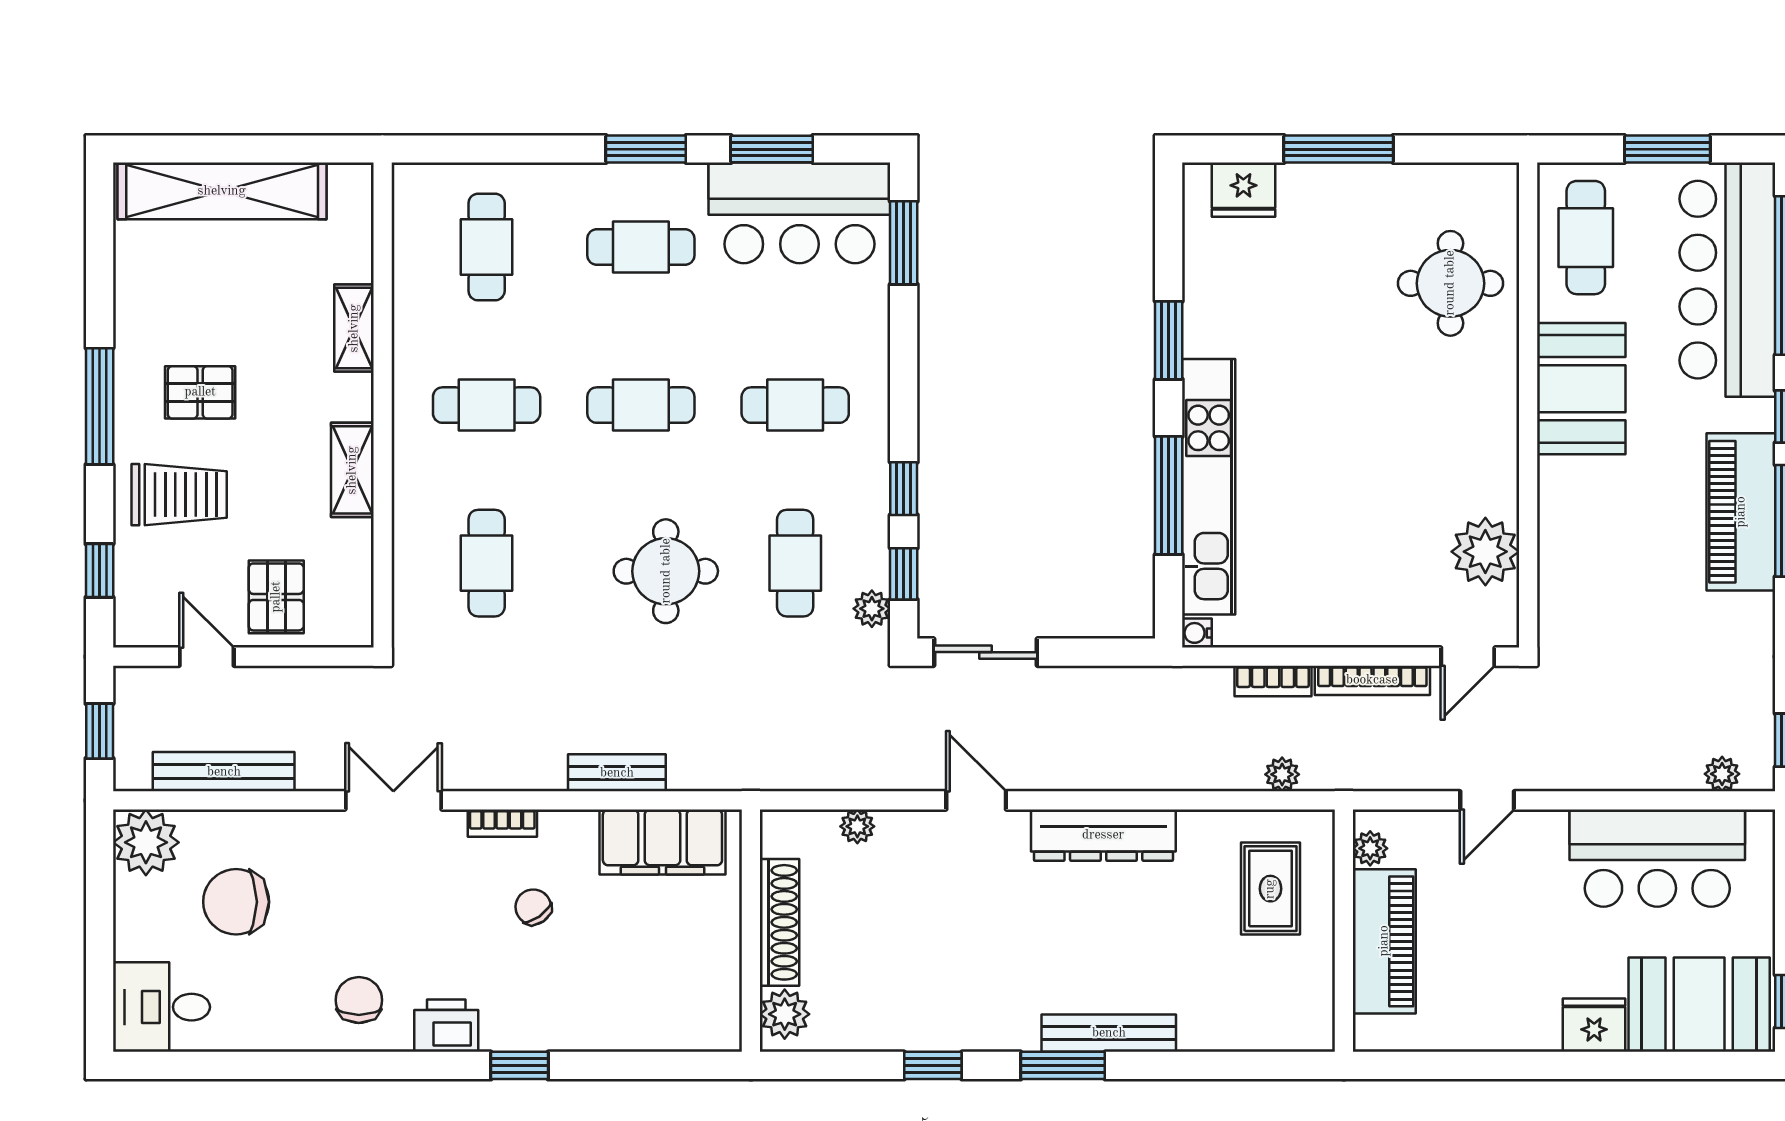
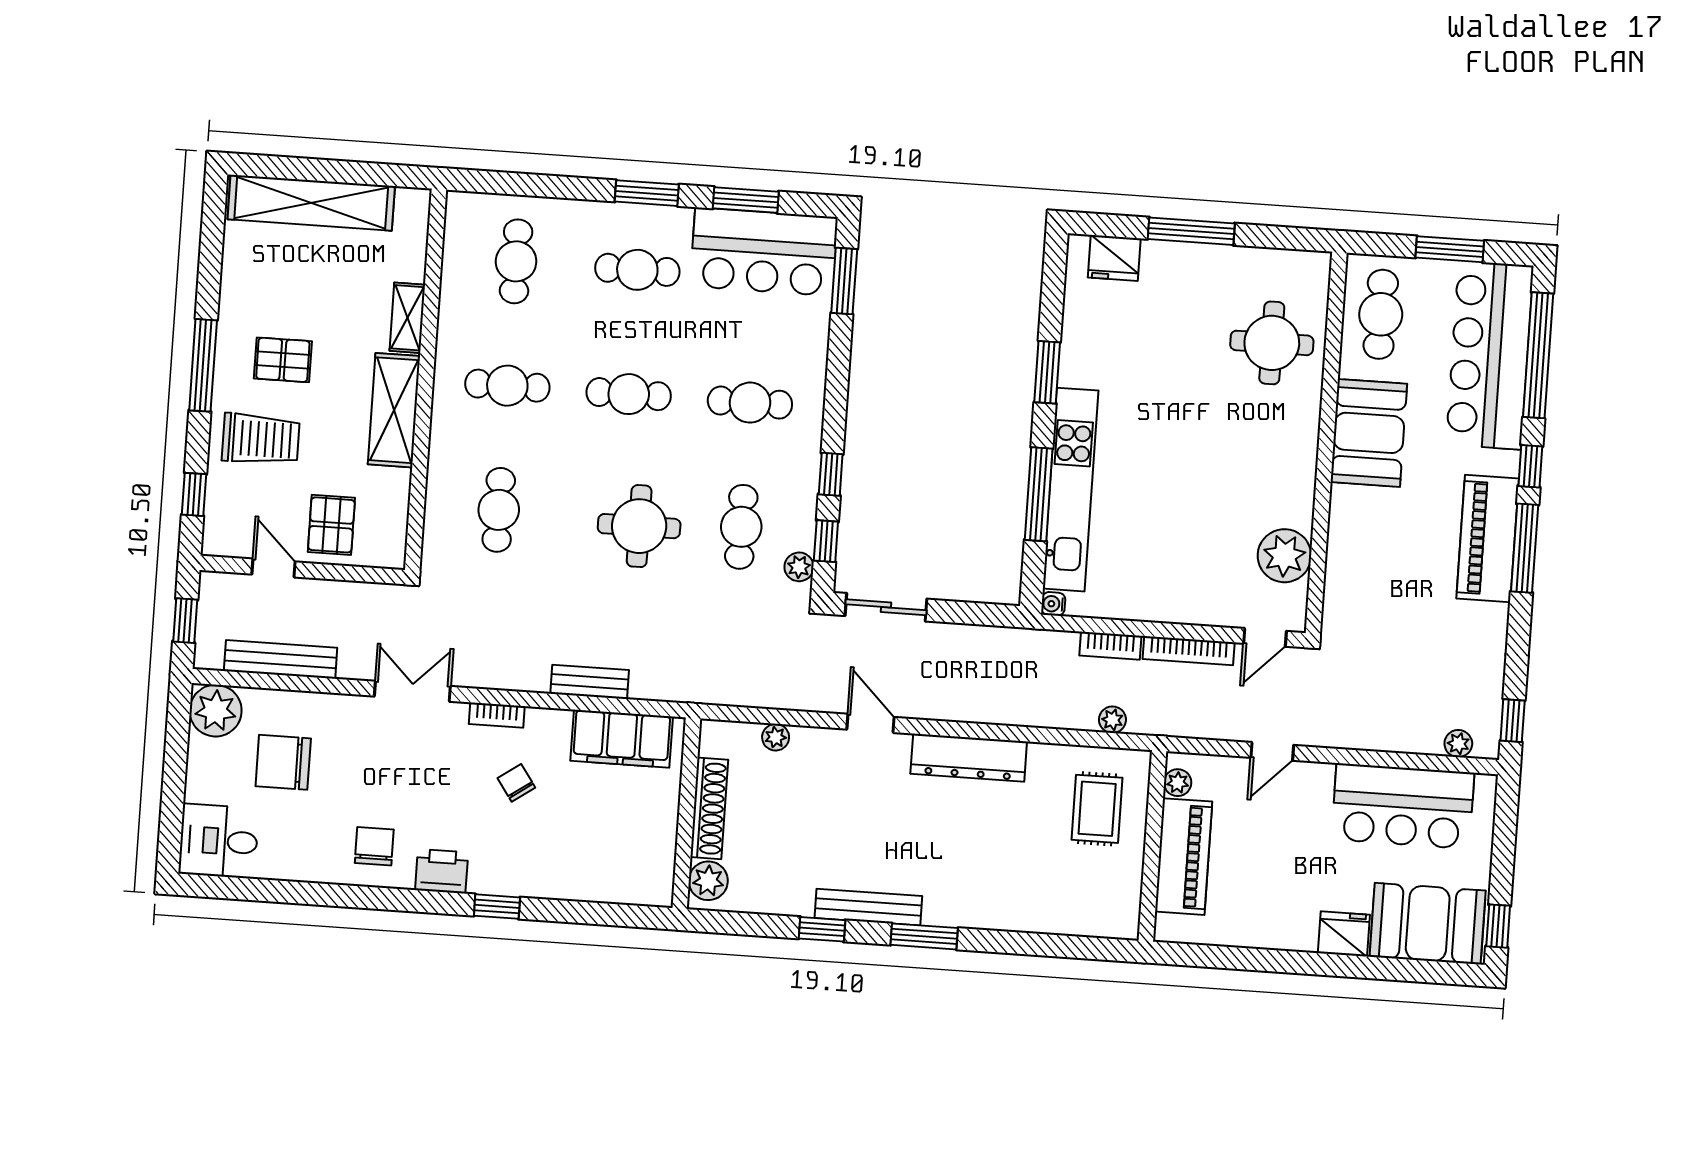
shelving: (352, 470) -> (394, 410), width x1.50, depth x1.33
bench: (1109, 1033) -> (868, 907), moved

